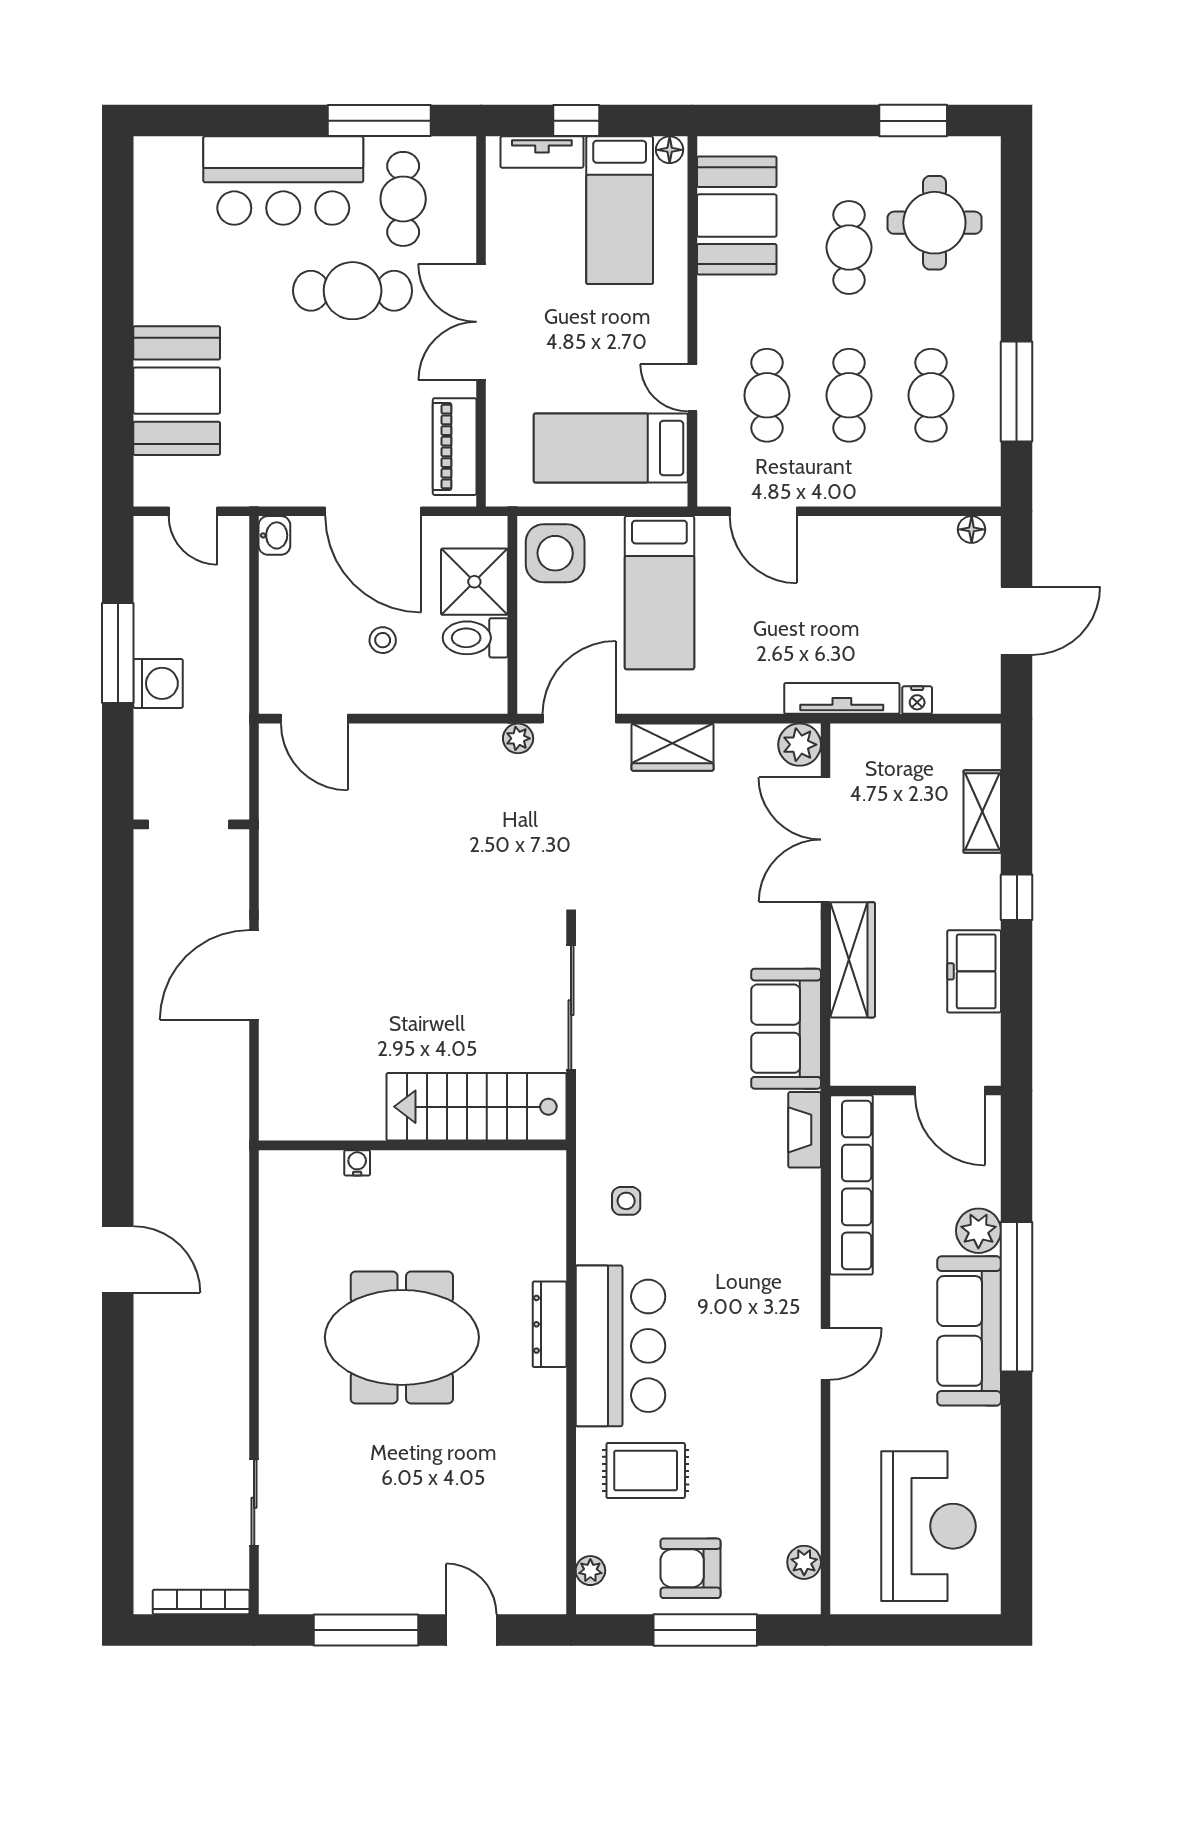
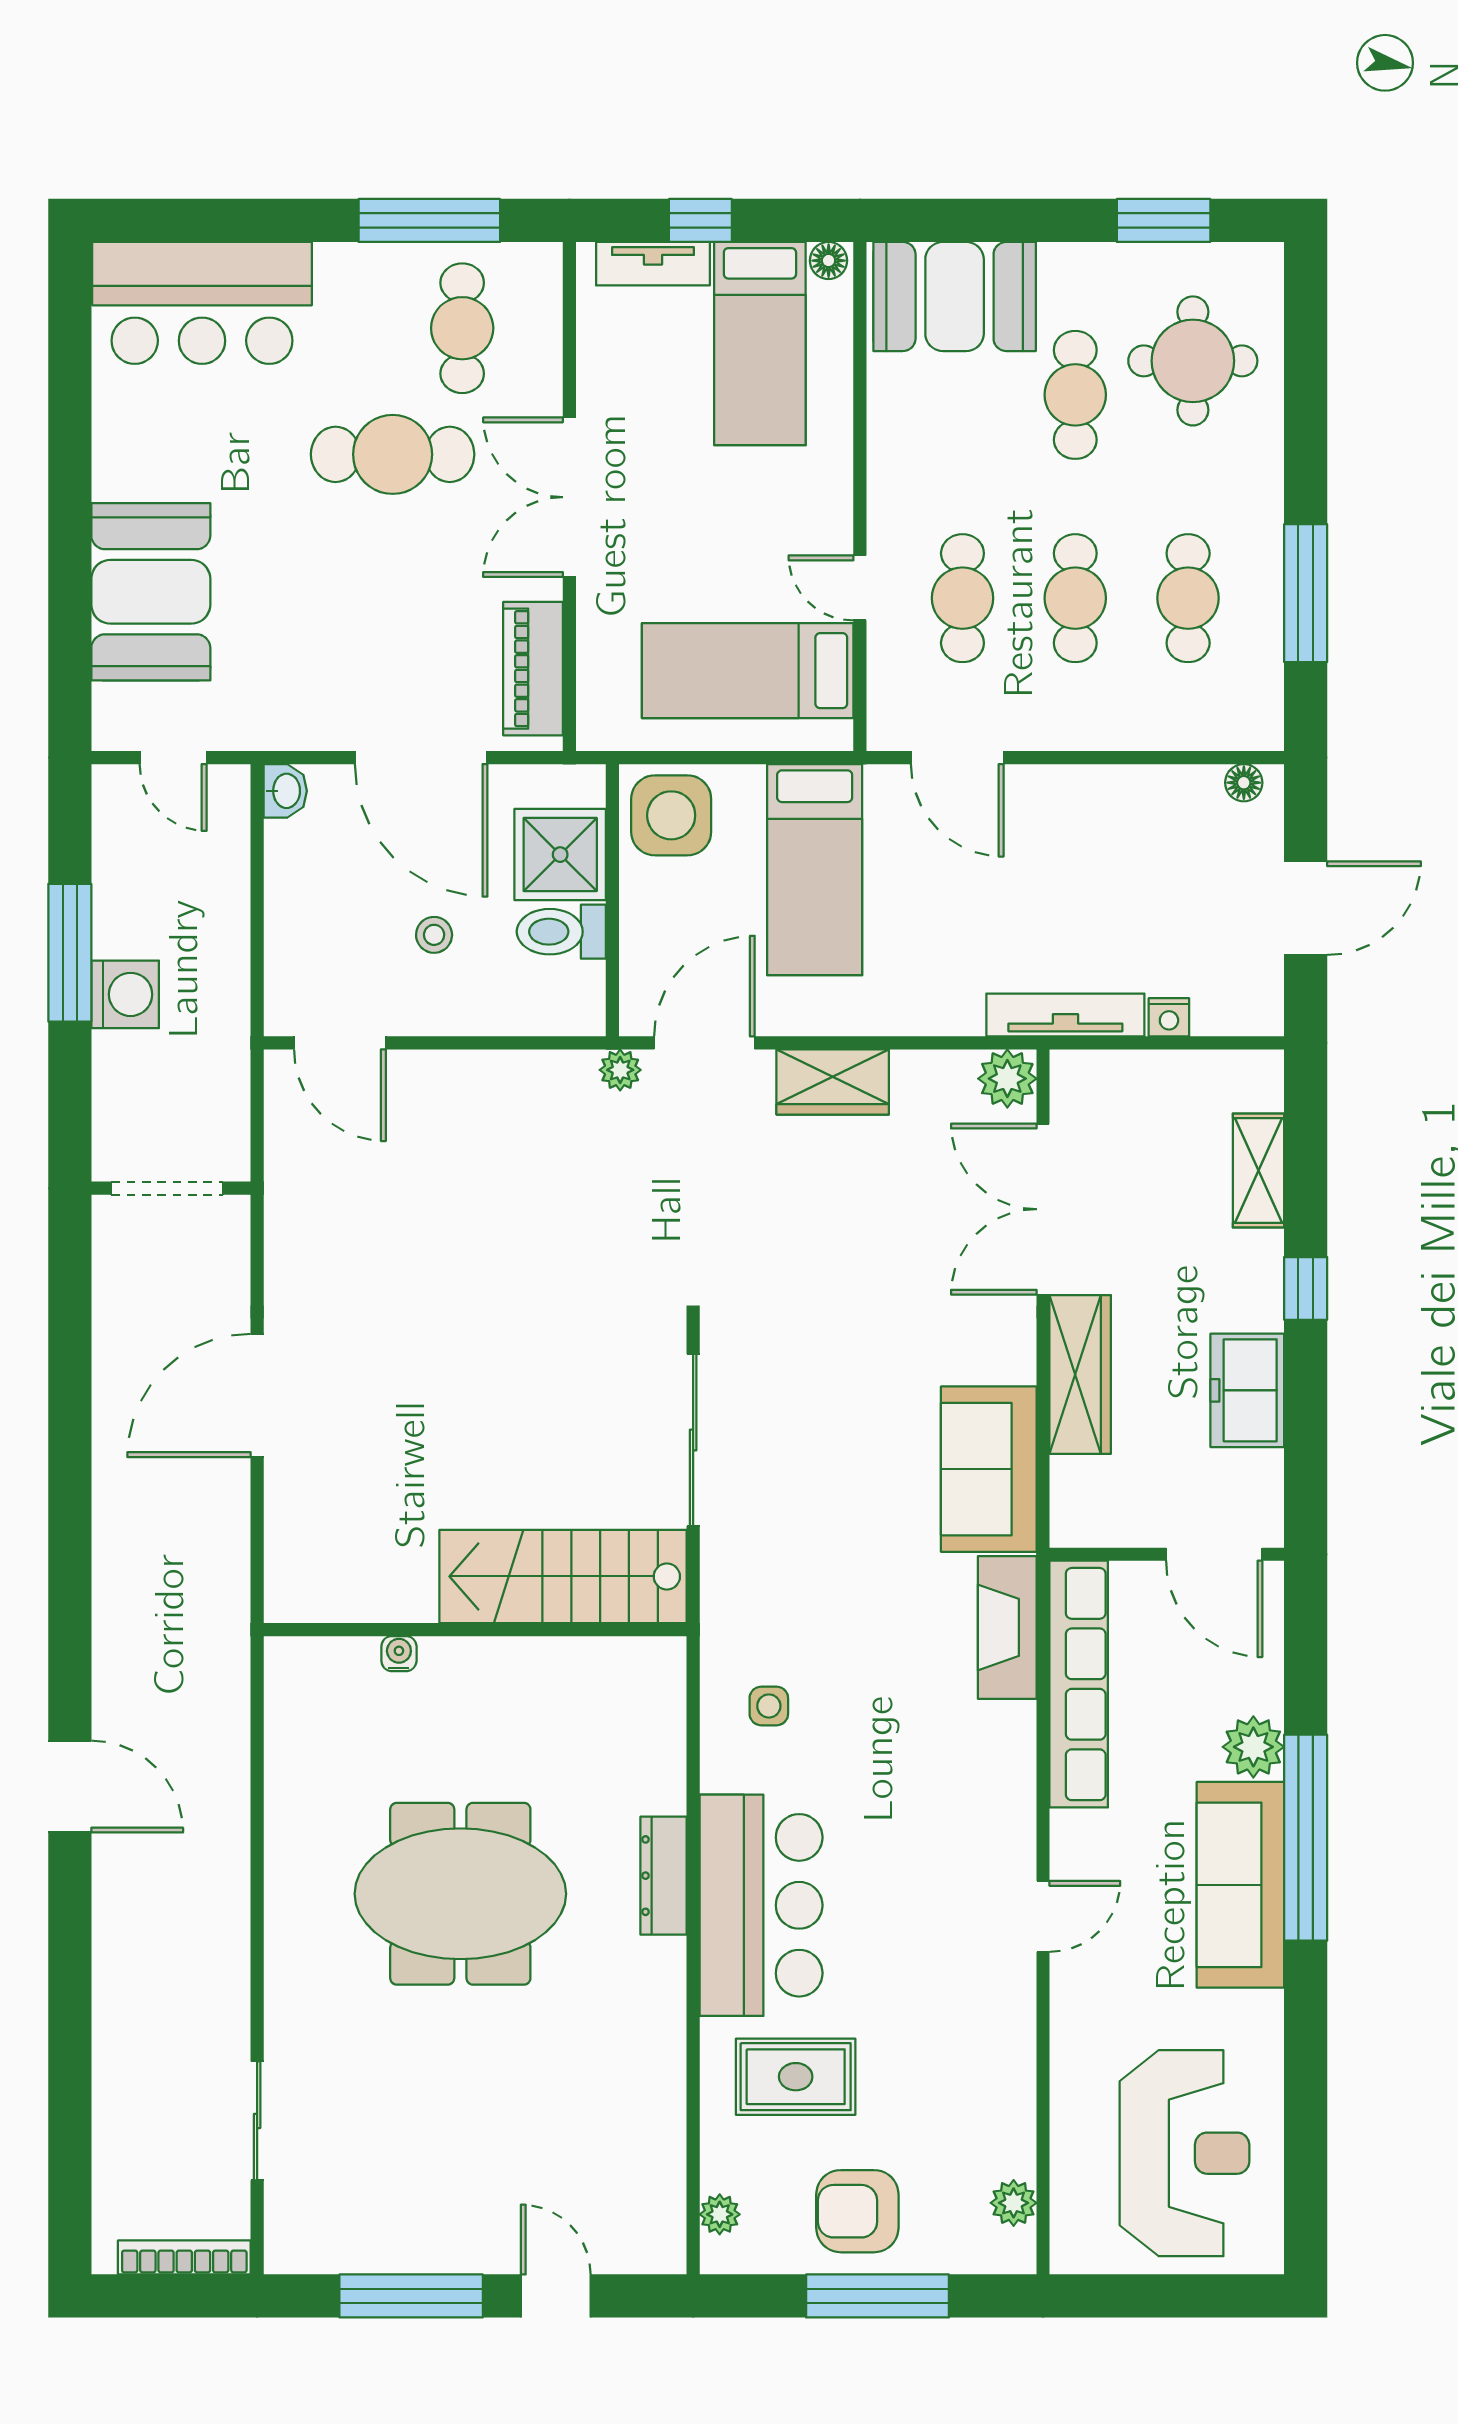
bar counter: (283, 181) -> (202, 303), moved
booth: (737, 216) -> (955, 296), moved, turned 90
fireplace: (805, 1130) -> (1007, 1627), width x1.37, depth x1.32

